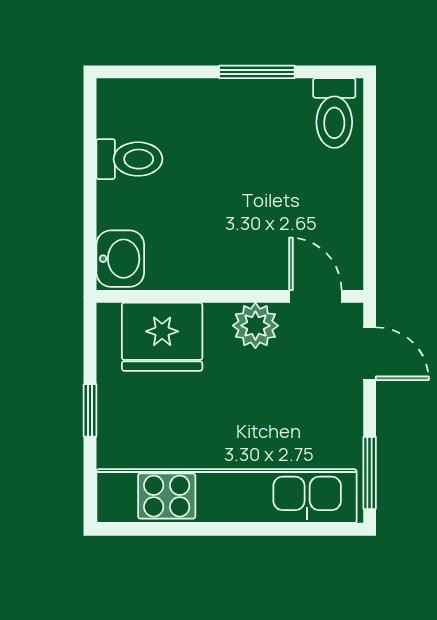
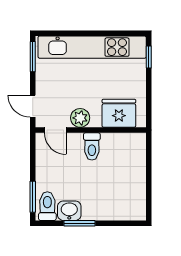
window: (370, 136) -> (33, 197), added
toilet: (129, 159) -> (92, 146), moved, turned -90
washbasin: (120, 259) -> (69, 211), moved, turned 90
window: (90, 410) -> (149, 57), moved

